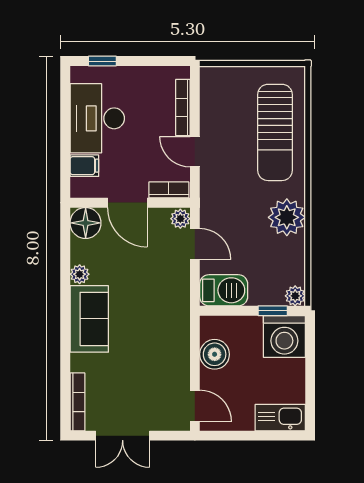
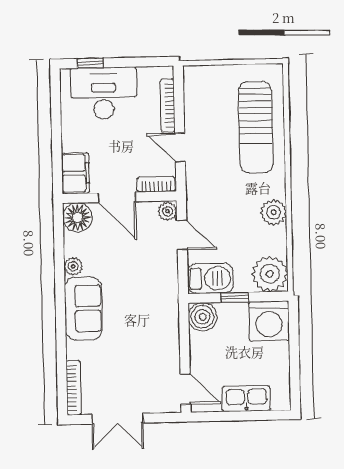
desk: (97, 118) -> (104, 93), moved, turned 90
filing cabinet: (84, 166) -> (75, 173), width x2.00
plant: (287, 217) -> (274, 212), width x0.73, depth x0.73
plant: (295, 296) -> (270, 274), width x1.87, depth x1.87
window: (273, 311) -> (235, 297), moved
boiler: (215, 354) -> (203, 317), moved
kitchen sink: (280, 418) -> (246, 399), moved

